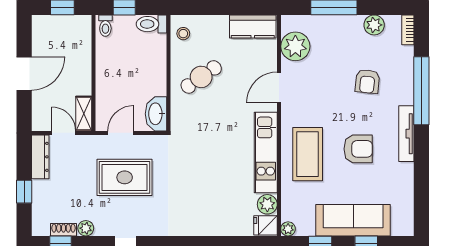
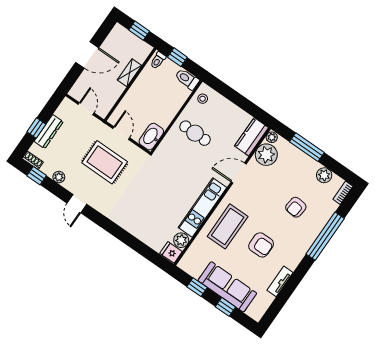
kitchen counter: (253, 26) -> (251, 137), moved, turned 90
cafe table: (201, 77) -> (195, 133), turned 35
shelving: (84, 114) -> (129, 73), moved
door: (121, 133) -> (121, 133), hinge flipped
tv unit: (406, 134) -> (280, 281), moved, width x0.71
dresser: (40, 157) -> (49, 132), moved
plant: (288, 229) -> (272, 137), moved
shoe rack: (63, 230) -> (33, 160), moved

